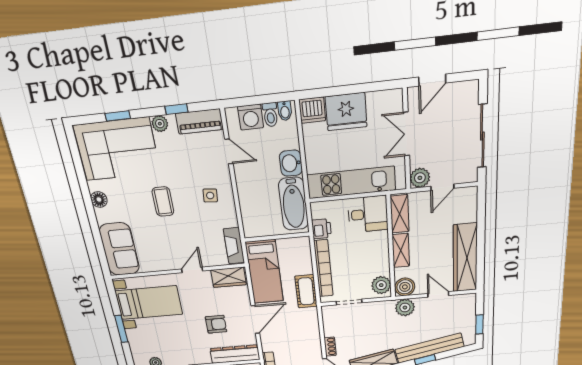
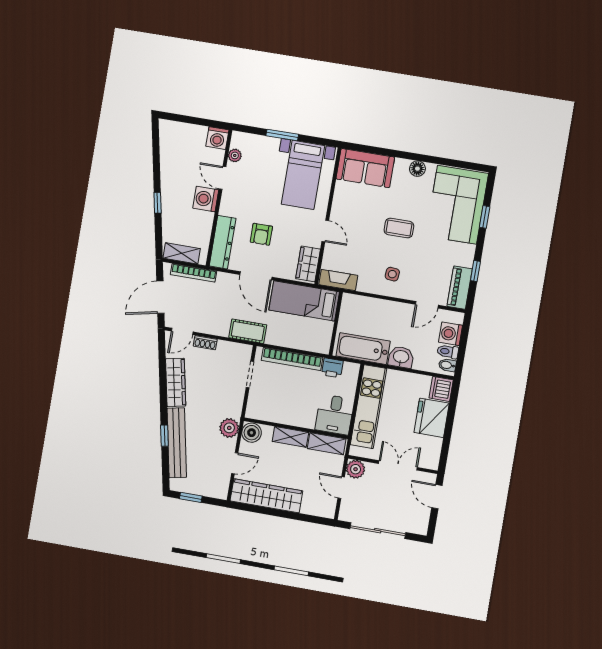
plant: (160, 124) -> (468, 252), removed
plant: (381, 285) -> (260, 410), removed
cot: (306, 291) -> (248, 331), moved

